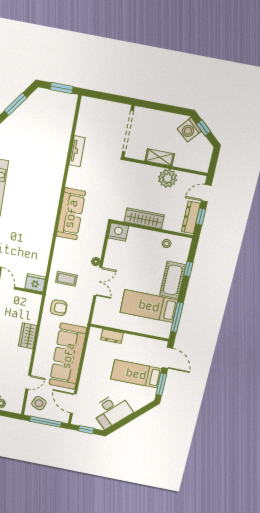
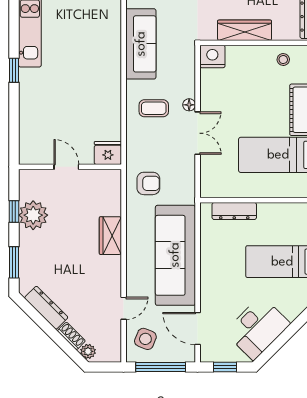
coffee table: (66, 279) -> (154, 108), moved
dresser: (112, 336) -> (234, 211), width x1.44

